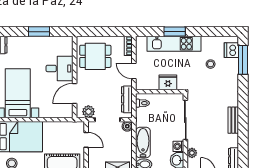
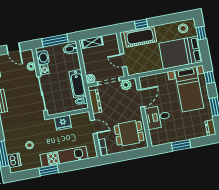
window: (175, 32) -> (49, 170), moved
bathtub: (143, 143) -> (78, 83), moved

